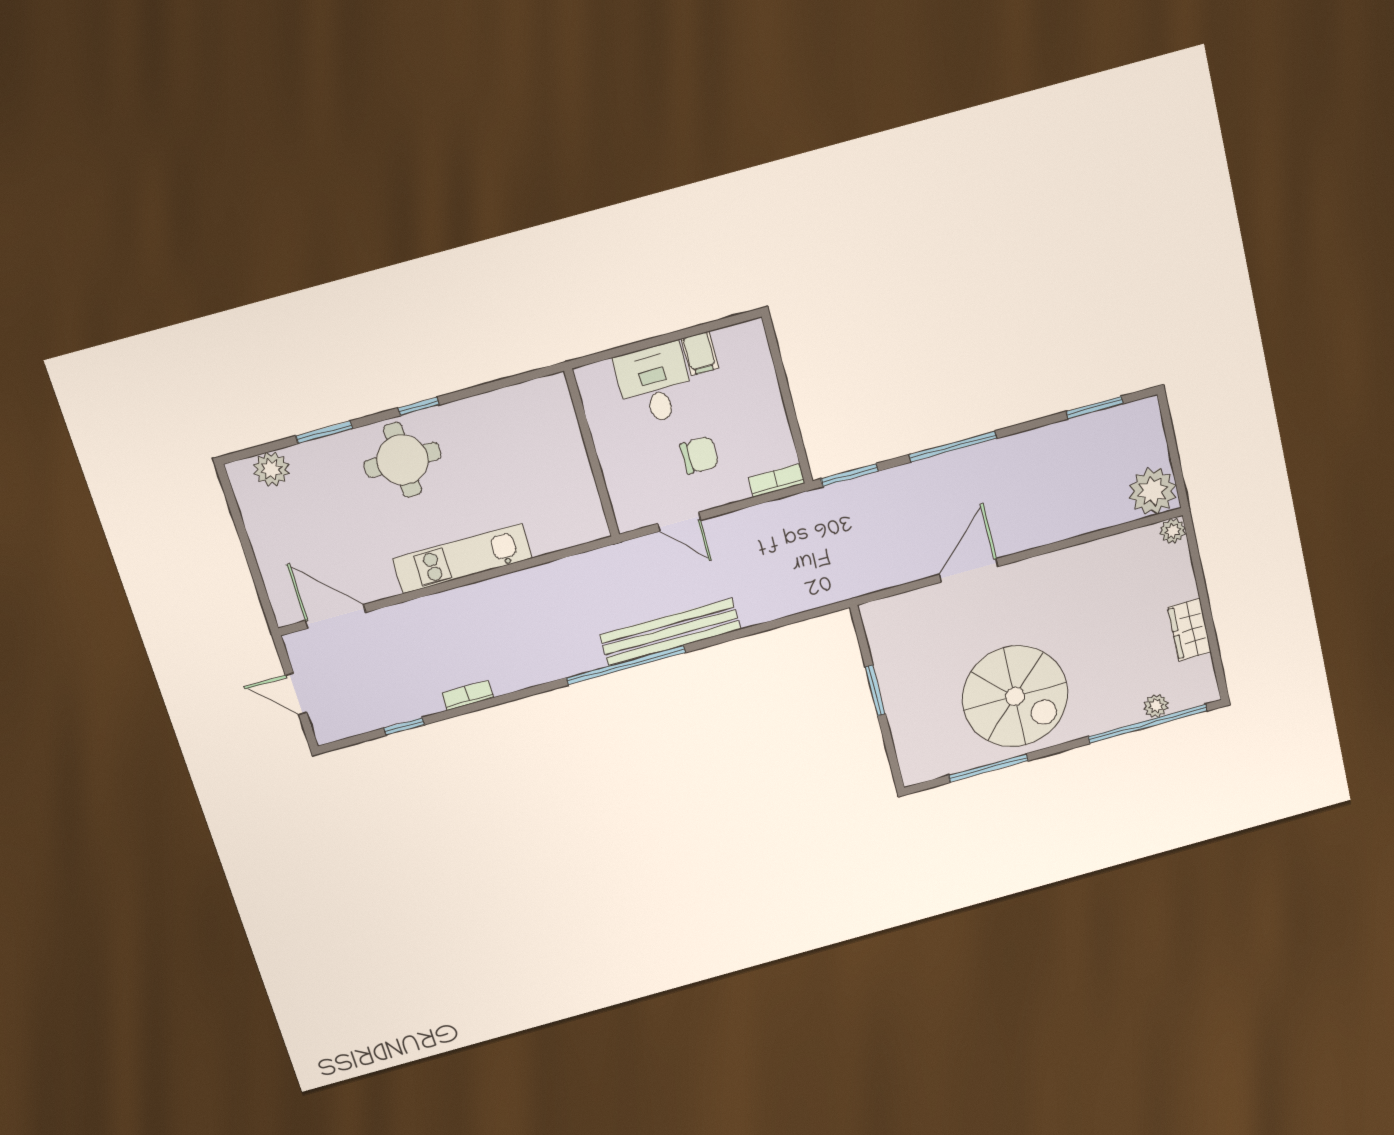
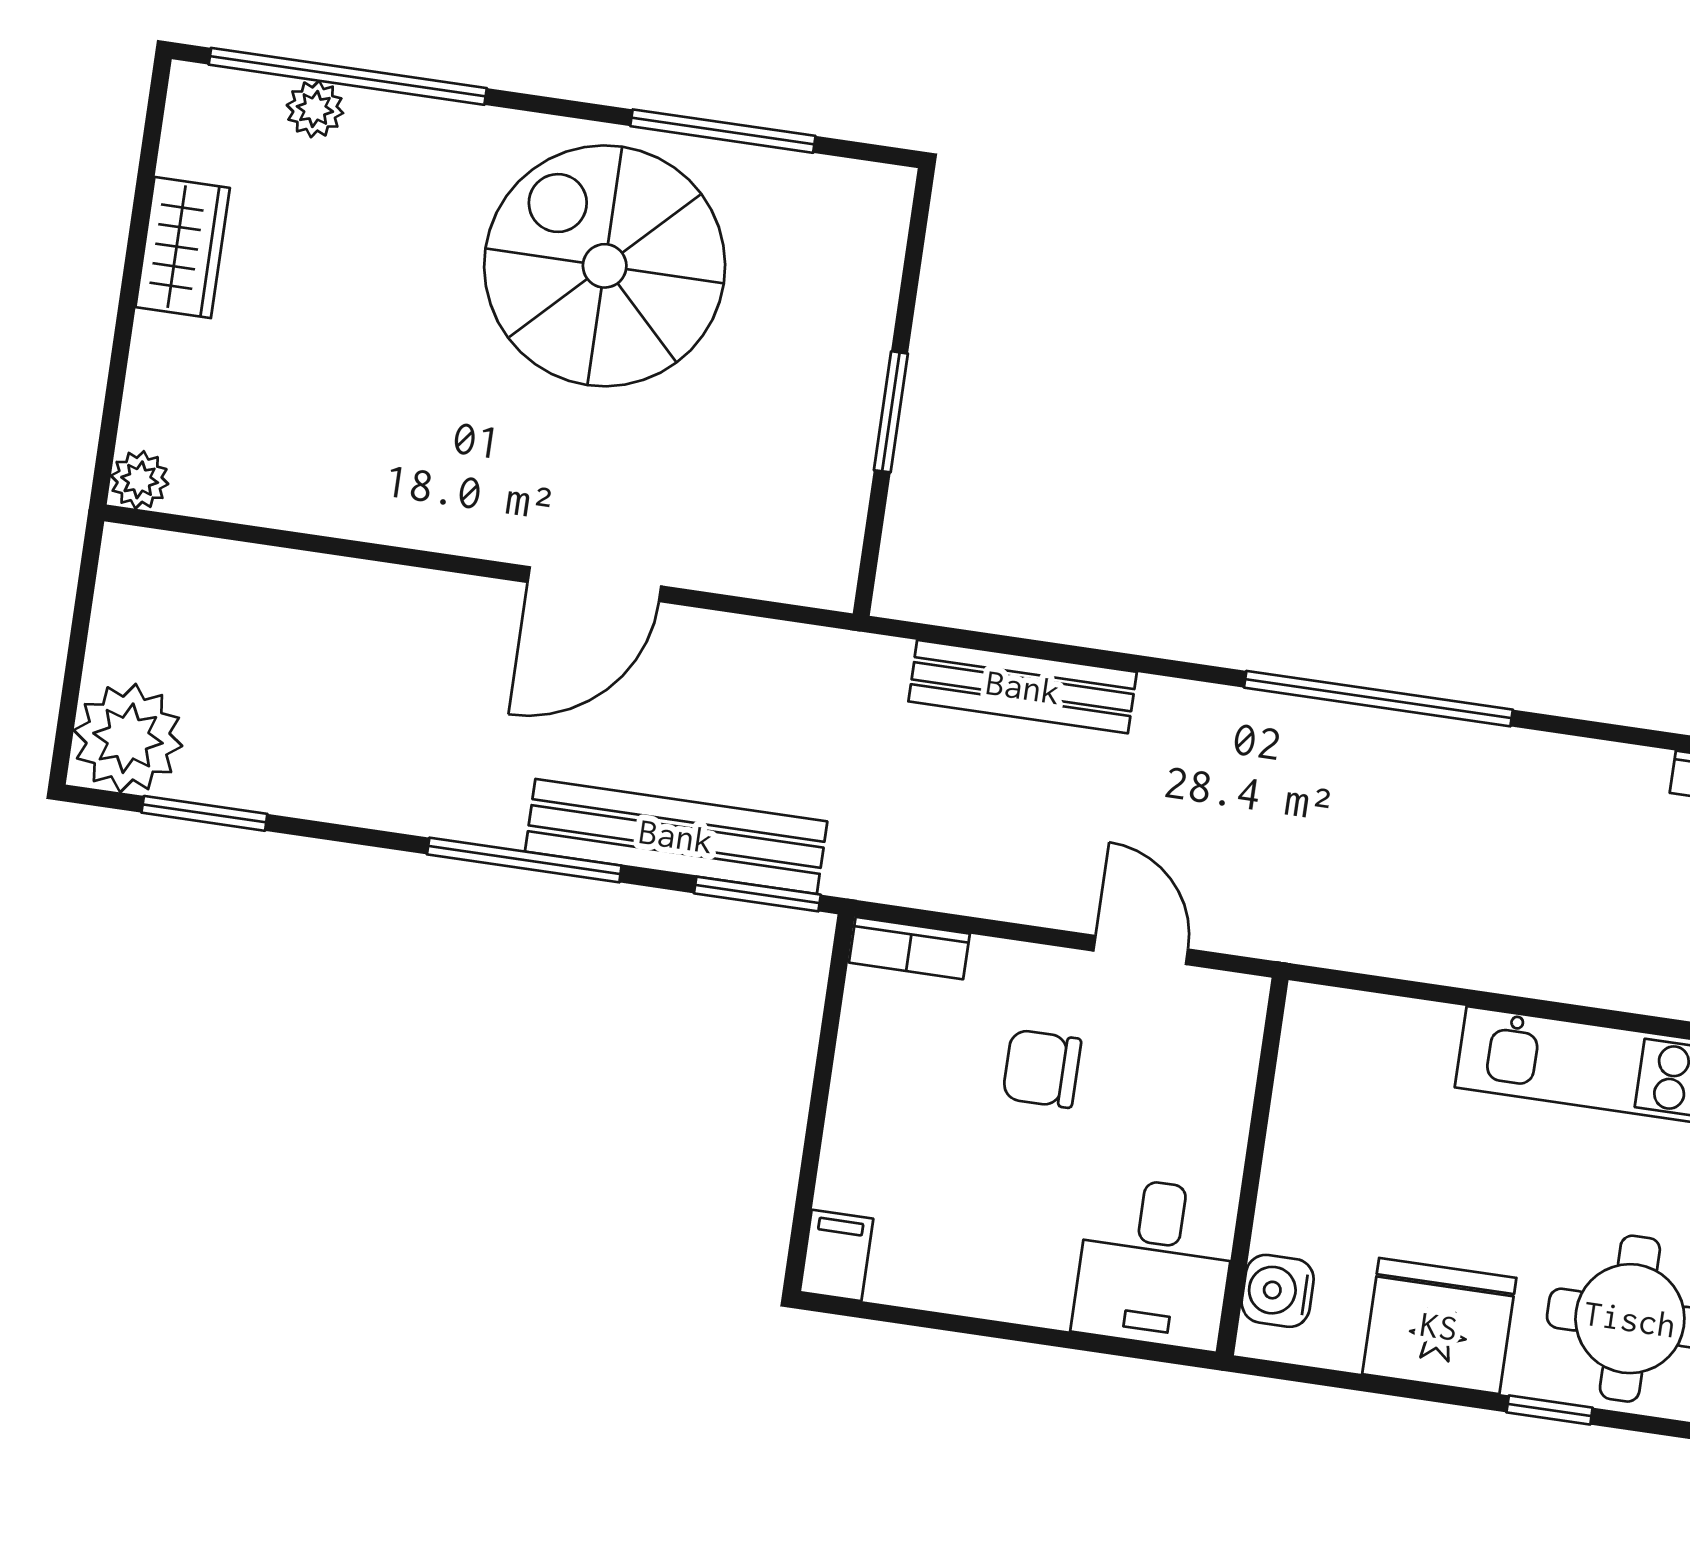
filing cabinet: (700, 353) -> (837, 1255), moved
desk: (655, 384) -> (1155, 1263), moved
water cooler: (558, 406) -> (1278, 1291), added
fridge: (482, 421) -> (1439, 1326), added
bench: (893, 484) -> (676, 836), added
plant: (1153, 491) -> (128, 738), moved
bench: (670, 632) -> (1023, 687), moved, width x0.73, depth x0.82

